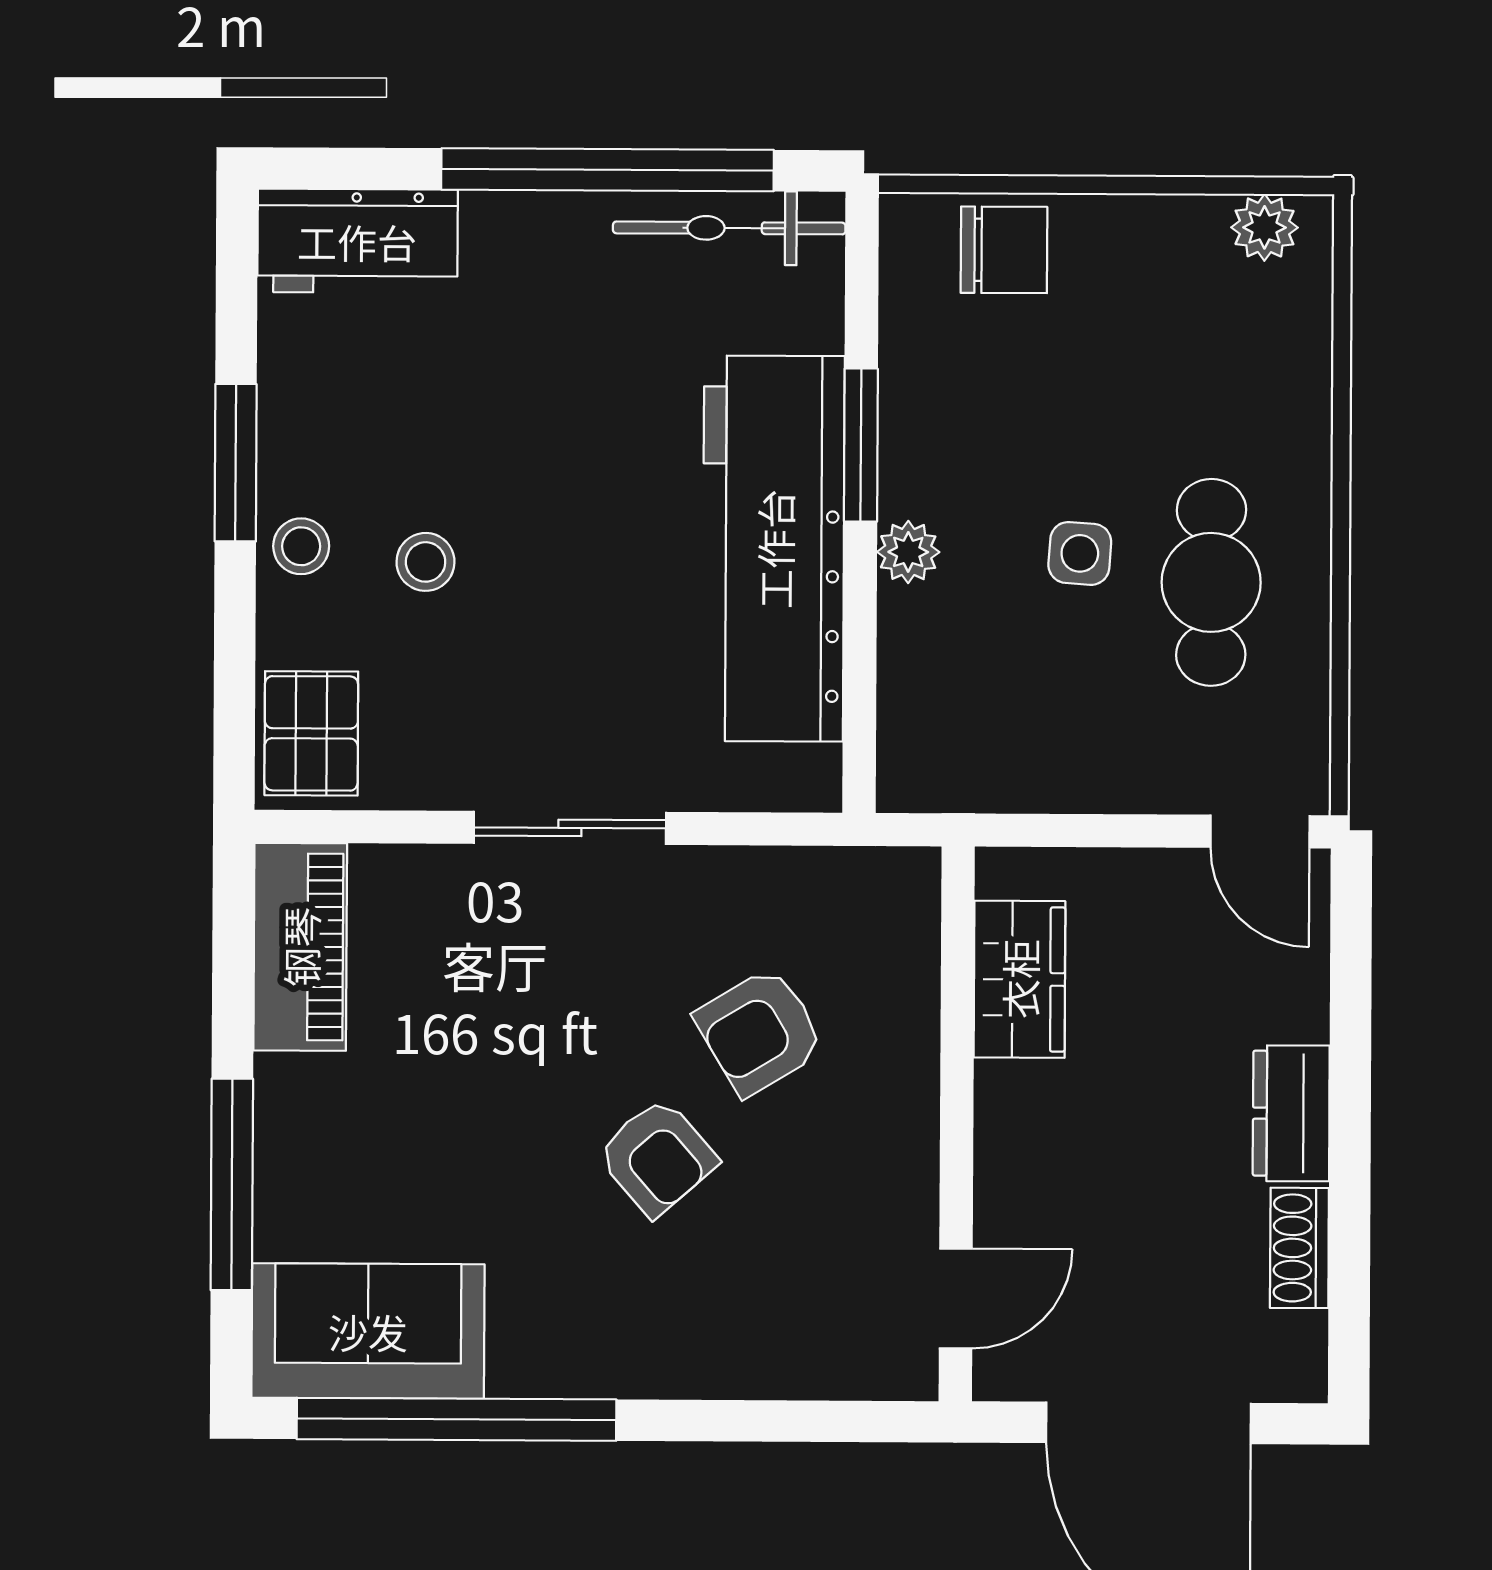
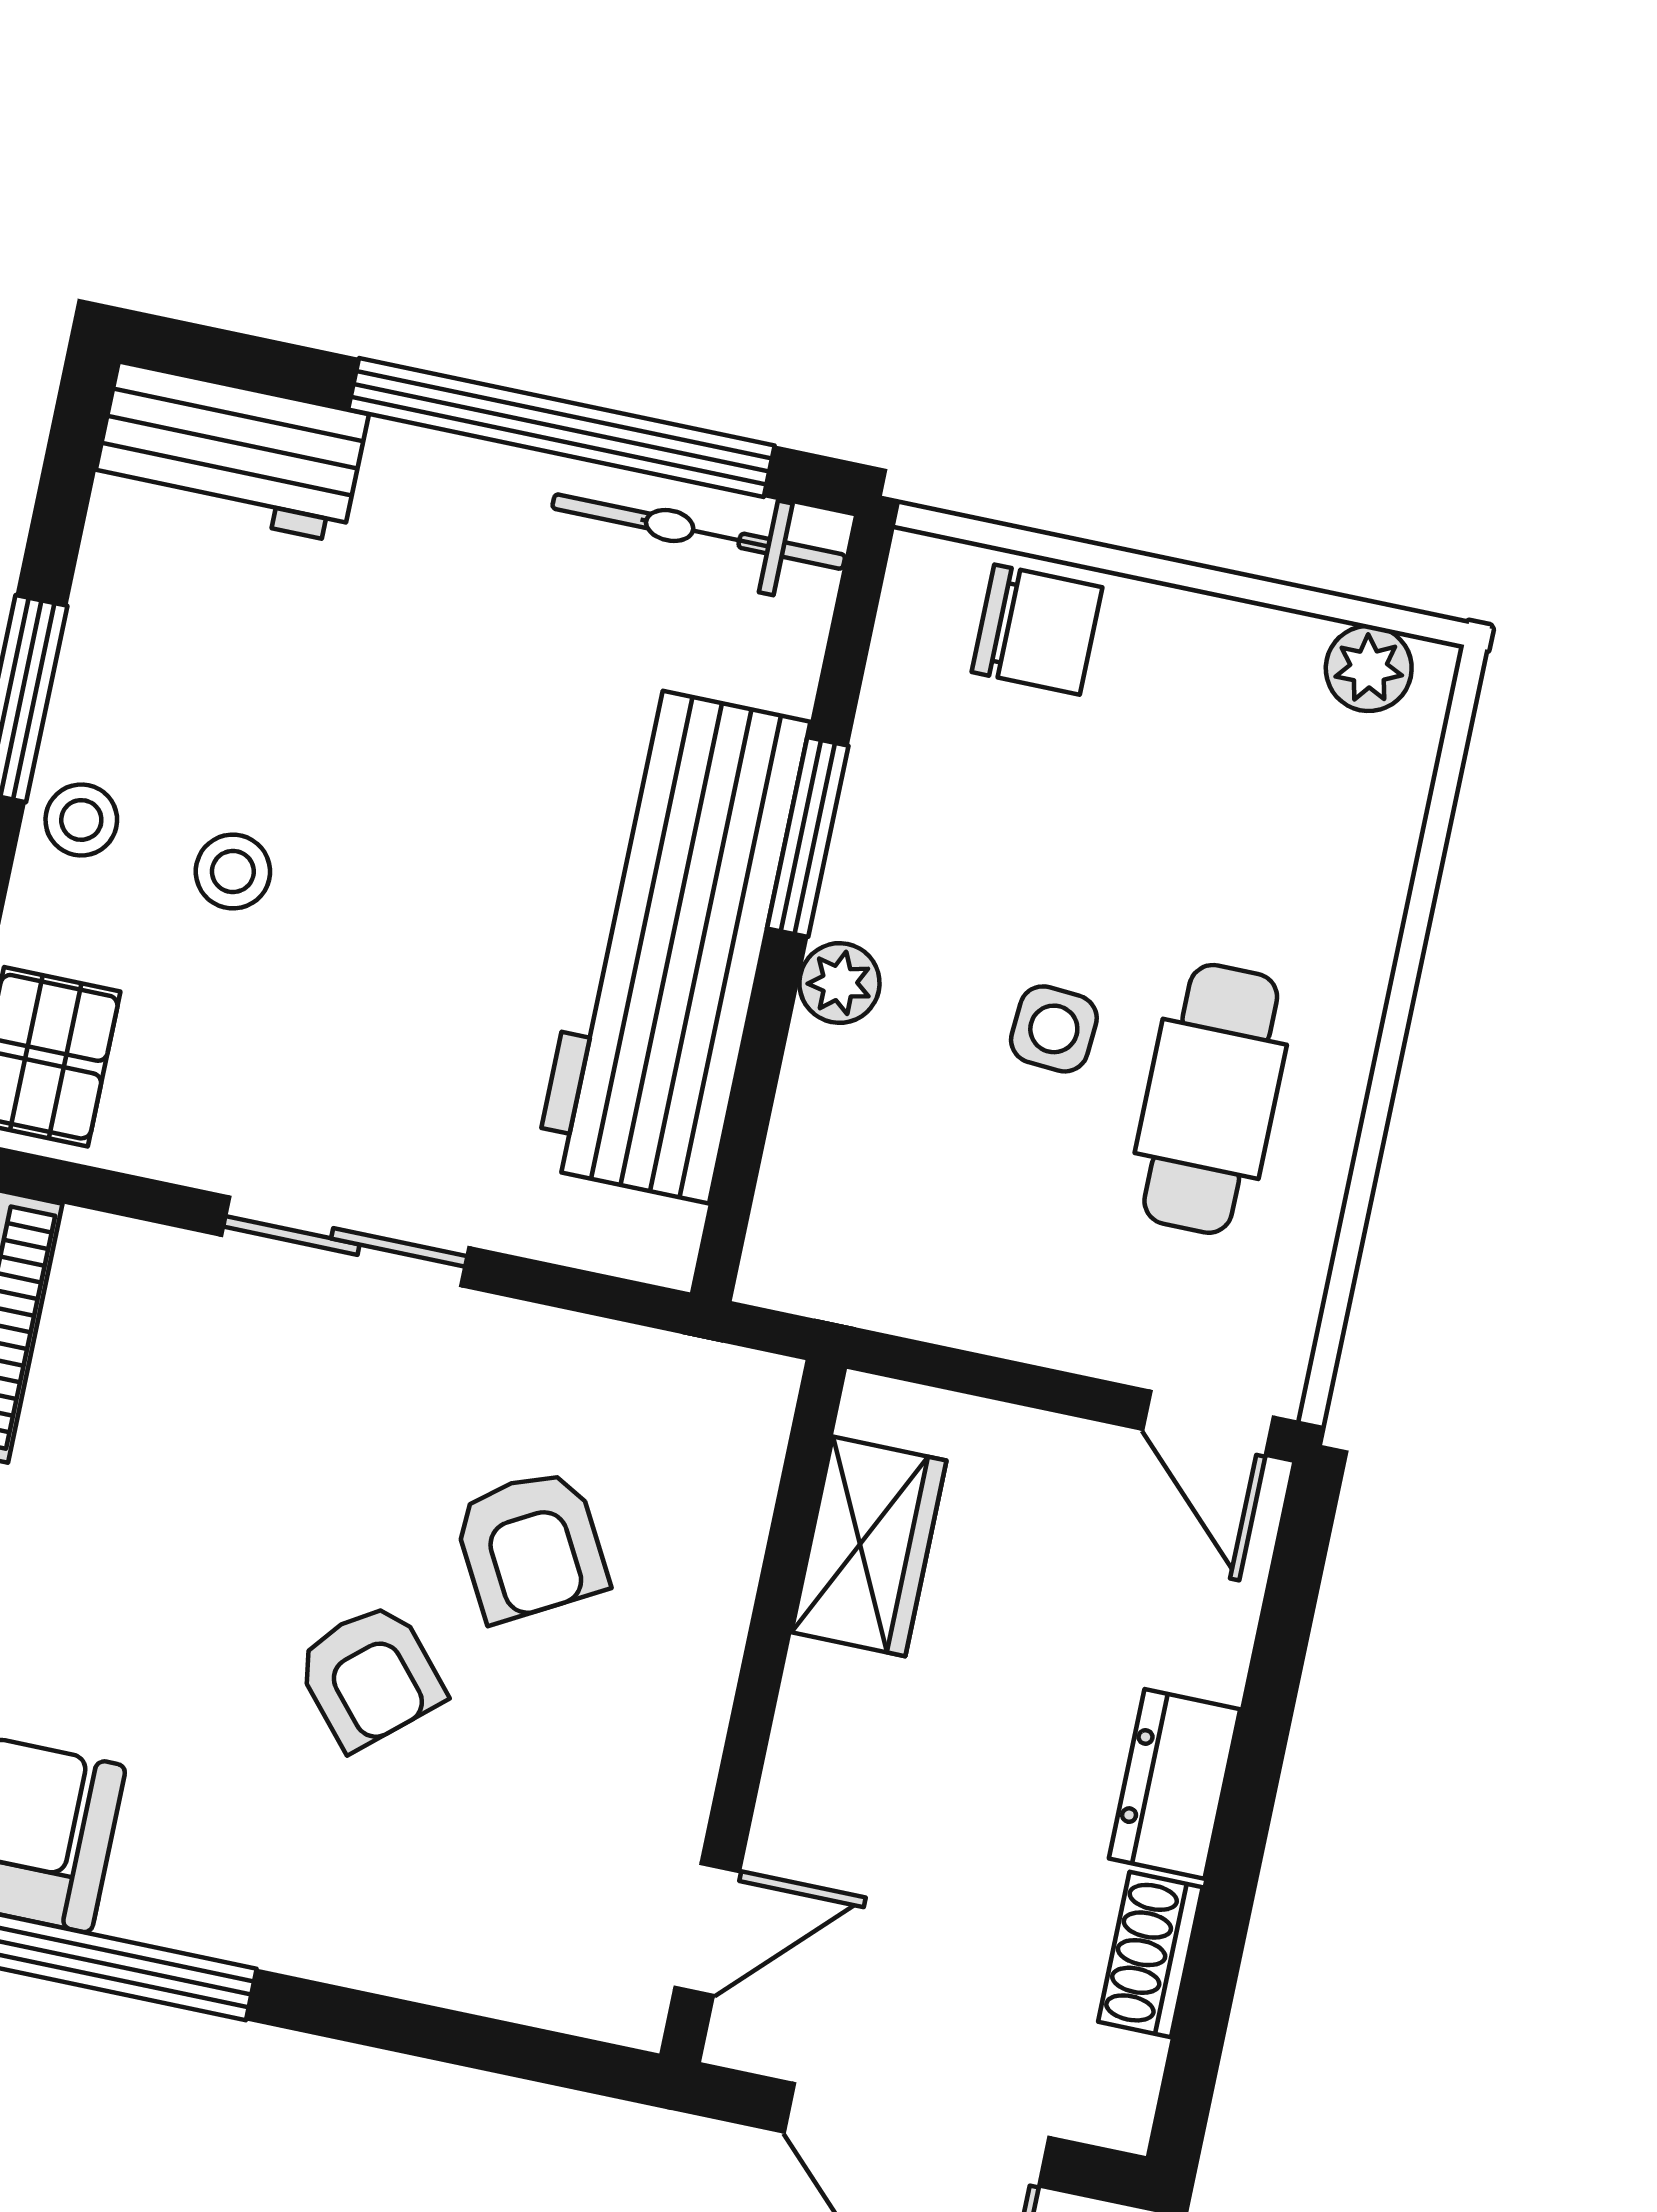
armchair: (760, 1032) -> (530, 1545), turned -88

